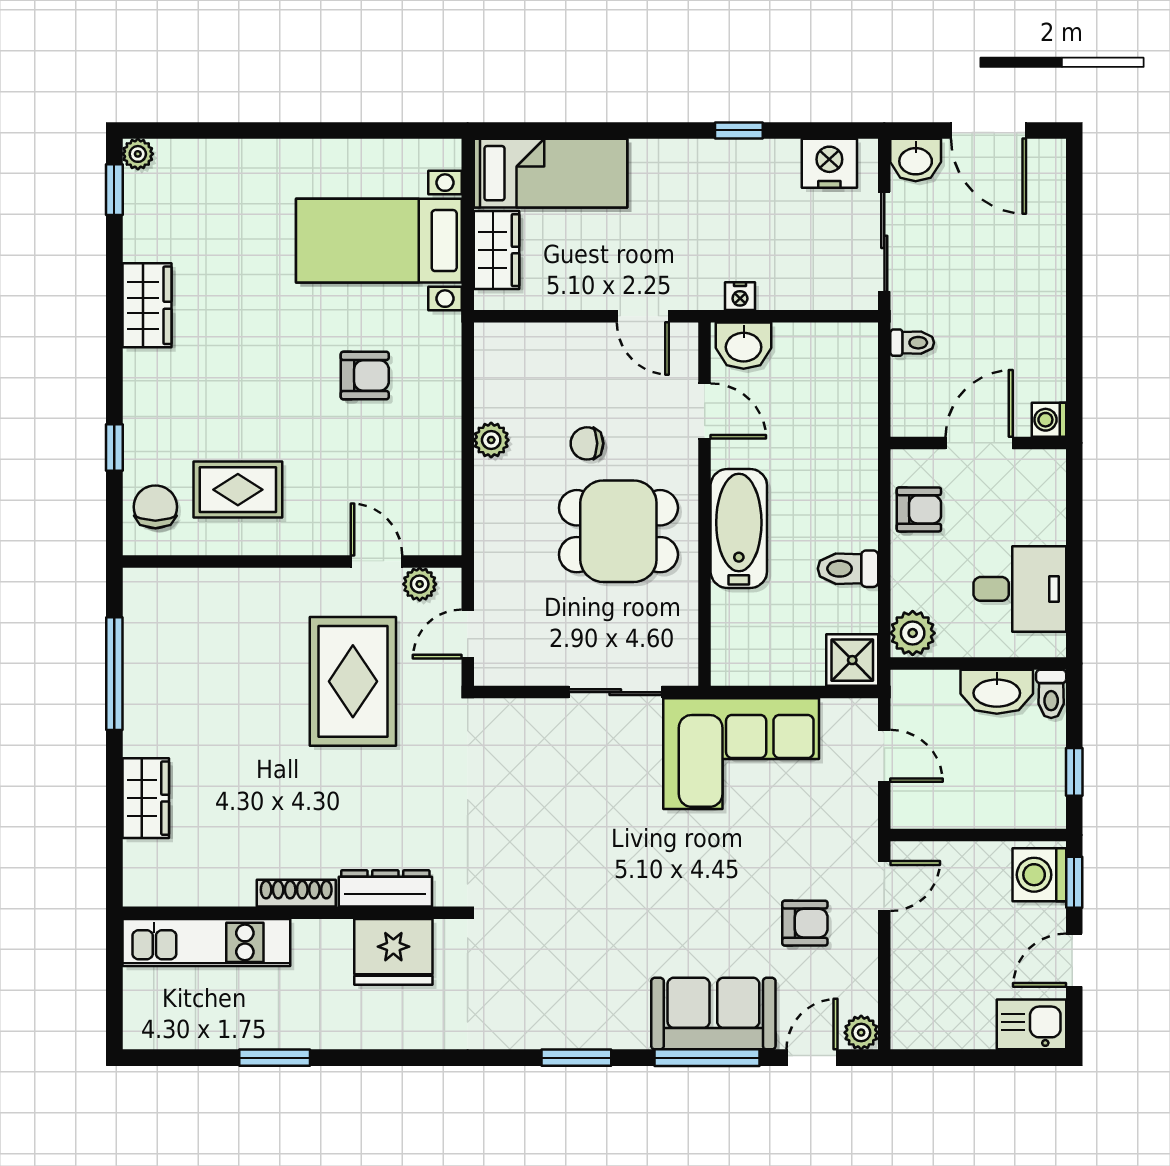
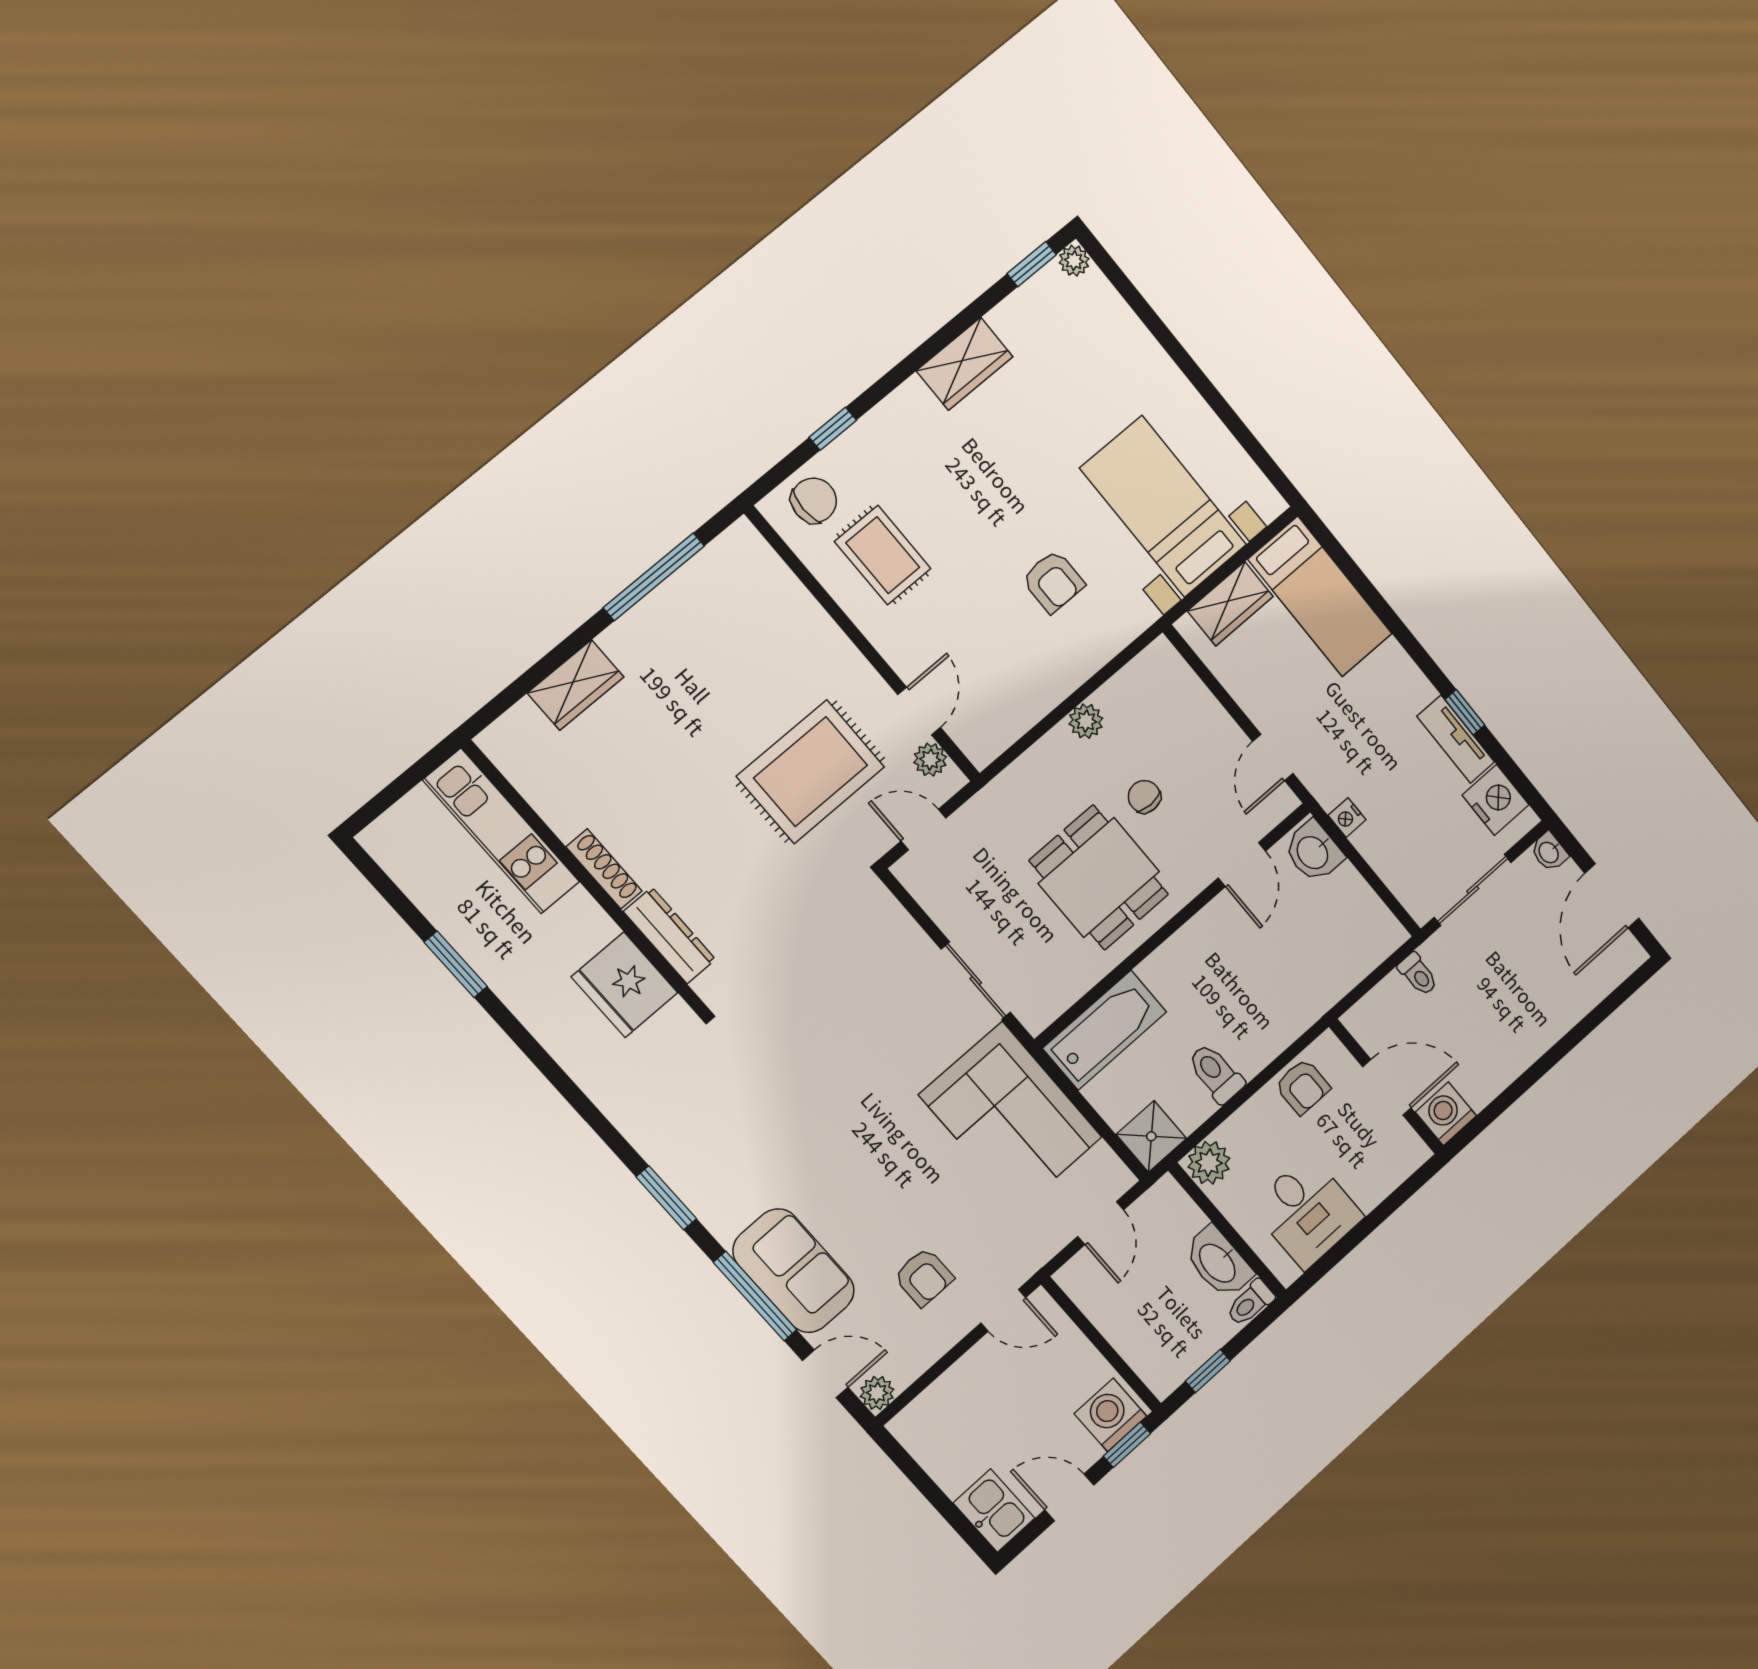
tv unit: (754, 156) -> (1456, 739), added
washbasin: (916, 160) -> (1549, 852), width x0.72, depth x0.69
washing machine: (1049, 420) -> (1446, 1114), width x1.38, depth x1.38
bathtub: (739, 529) -> (1105, 1030), moved

